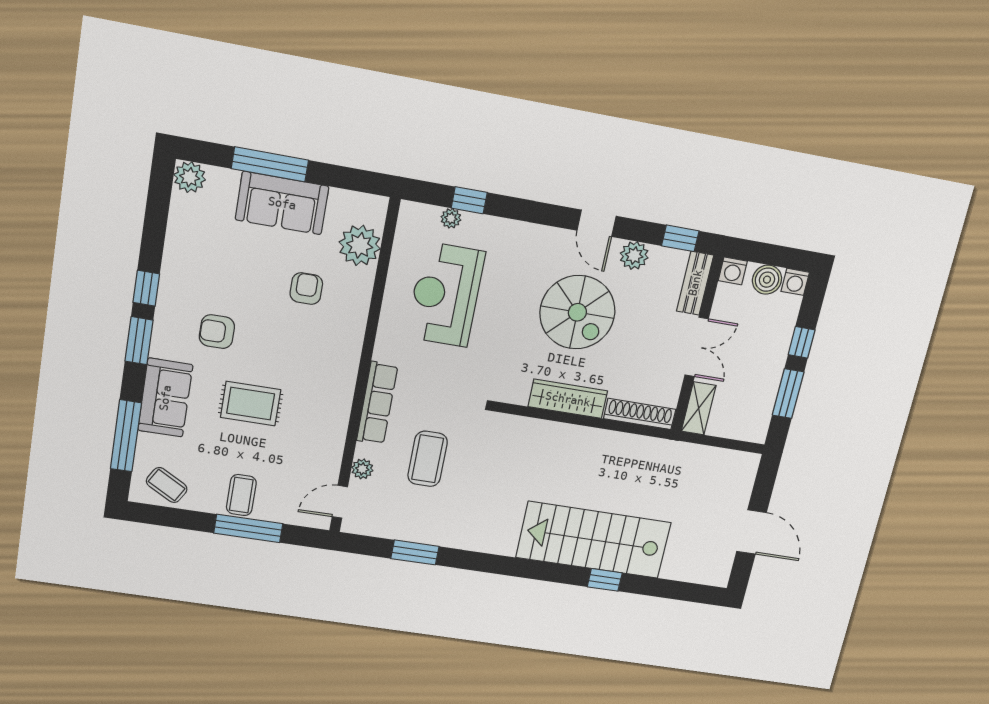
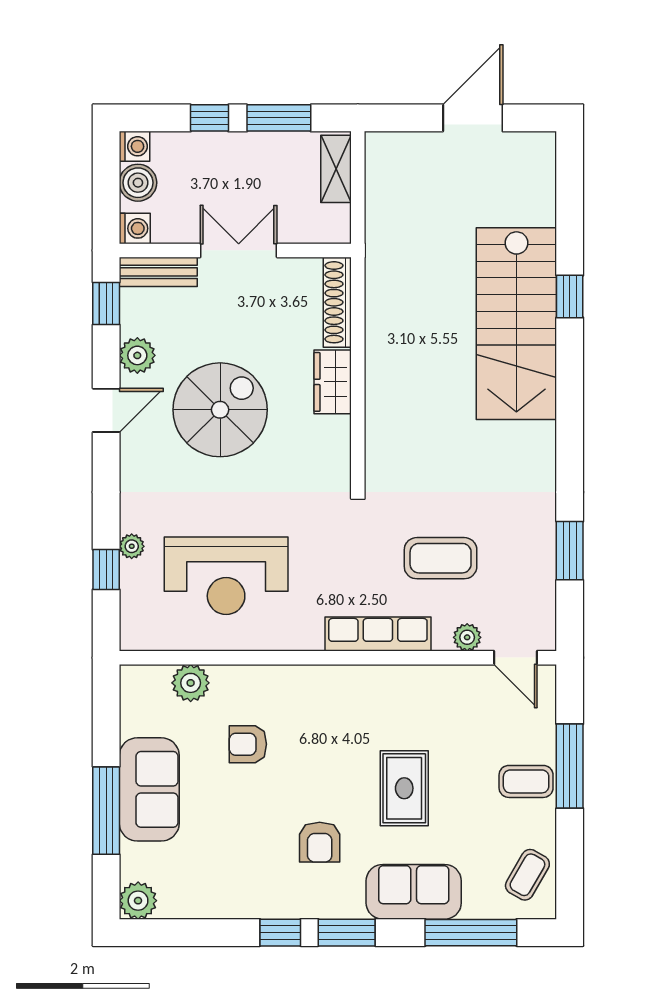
plant: (451, 218) -> (132, 546), moved
plant: (360, 245) -> (191, 683), width x0.73, depth x0.73
wardrobe: (568, 399) -> (333, 382), width x0.67
shelving: (699, 408) -> (336, 169), moved, turned 90

